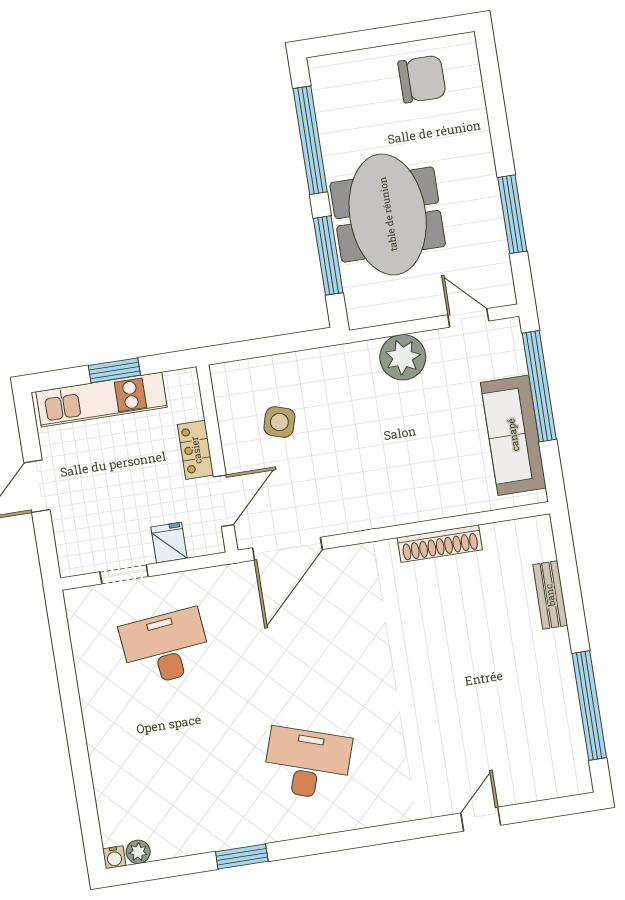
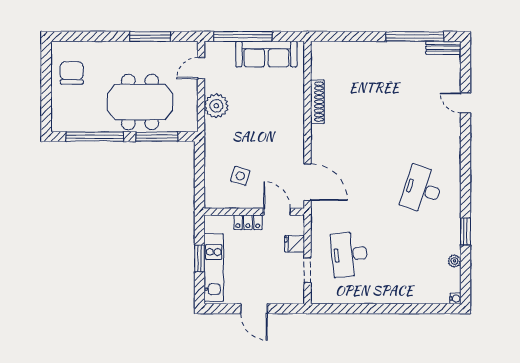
bench: (550, 595) -> (443, 48), moved
plant: (138, 852) -> (454, 261), moved

